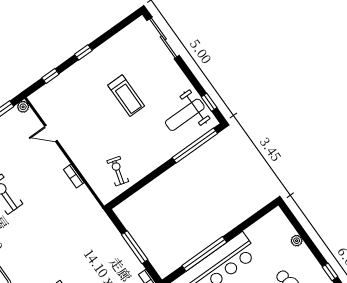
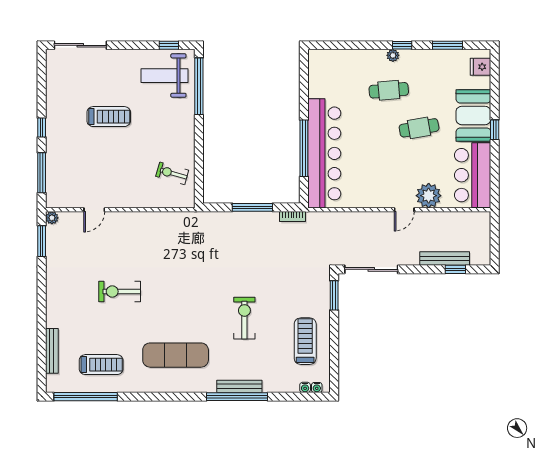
window: (50, 76) -> (42, 173), width x2.17
weight bench: (185, 115) -> (164, 76), turned 90
bookcase: (74, 176) -> (148, 217), removed
plant: (297, 241) -> (393, 55), moved

